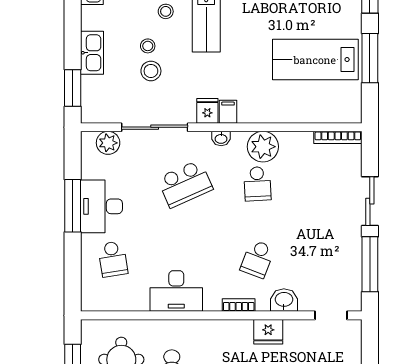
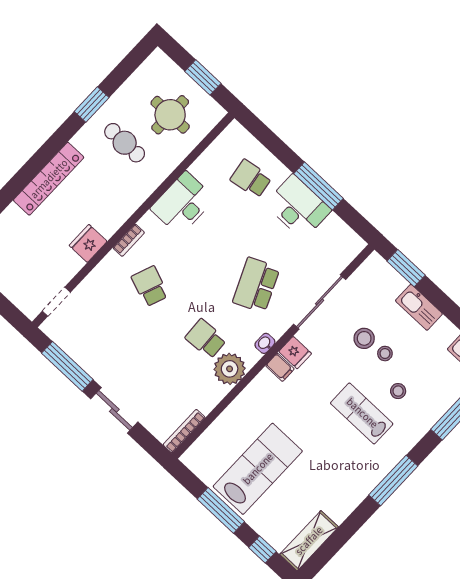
plant: (108, 143) -> (341, 256), removed
washbasin: (284, 300) -> (101, 277), removed

